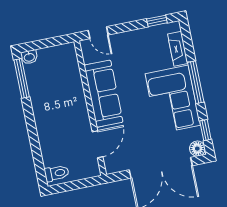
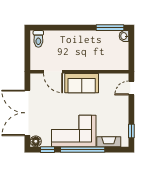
window: (196, 82) -> (83, 150), width x1.46
sofa: (104, 94) -> (82, 83), width x0.73

